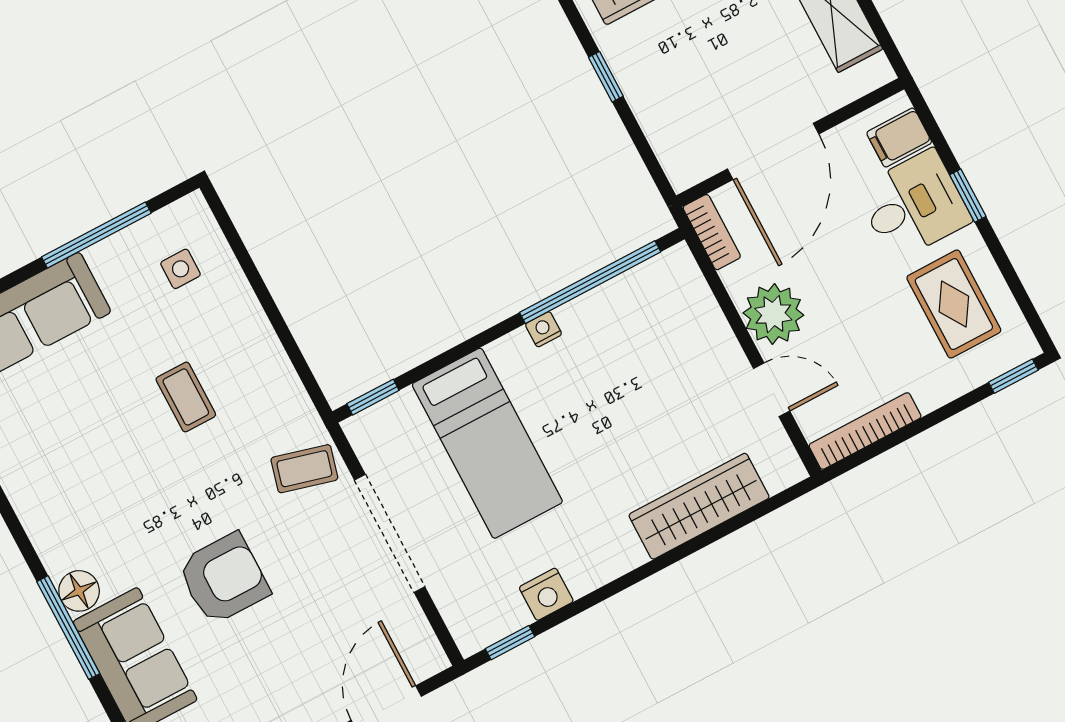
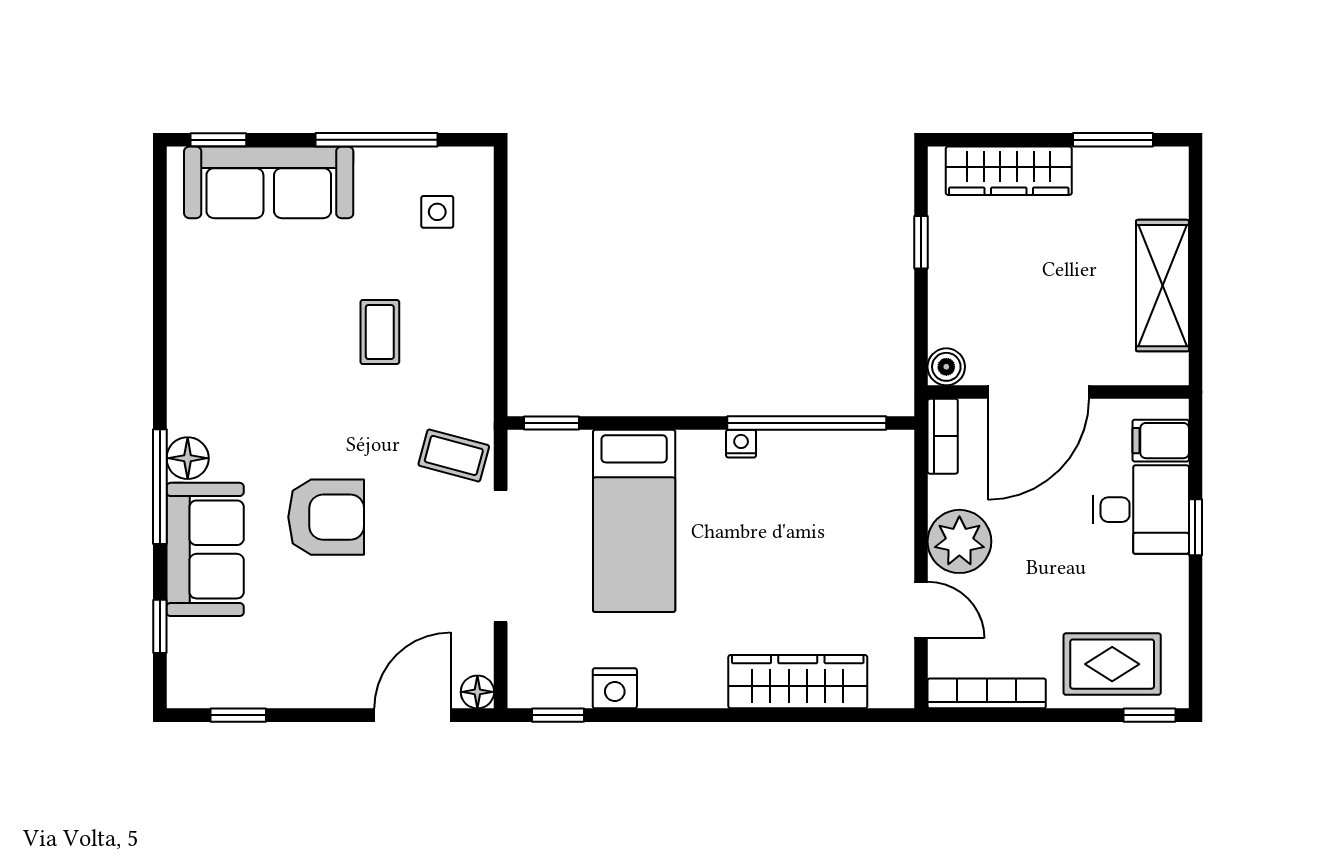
boiler: (684, 171) -> (946, 367), added
rug: (954, 304) -> (1112, 664), moved, turned 90
floor lamp: (431, 659) -> (477, 692), added

